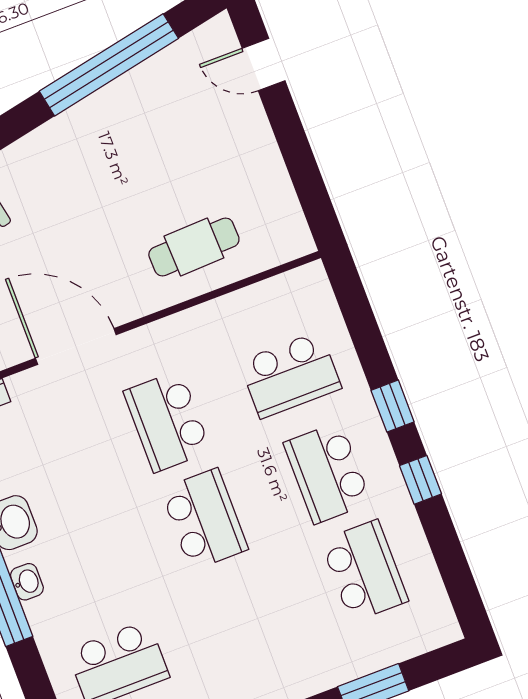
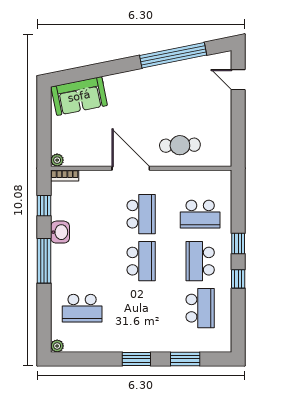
door: (76, 347) -> (131, 168), moved
school desk: (167, 421) -> (141, 214), turned 180
washbasin: (27, 582) -> (57, 259), removed

